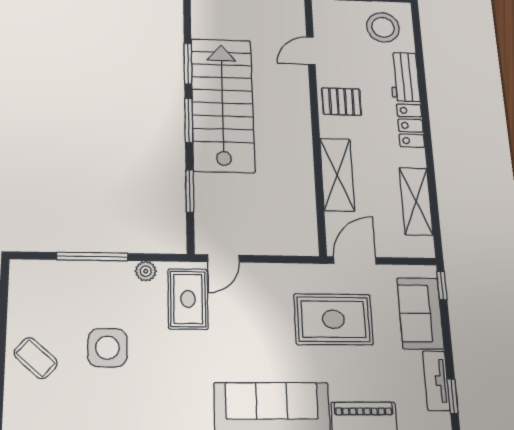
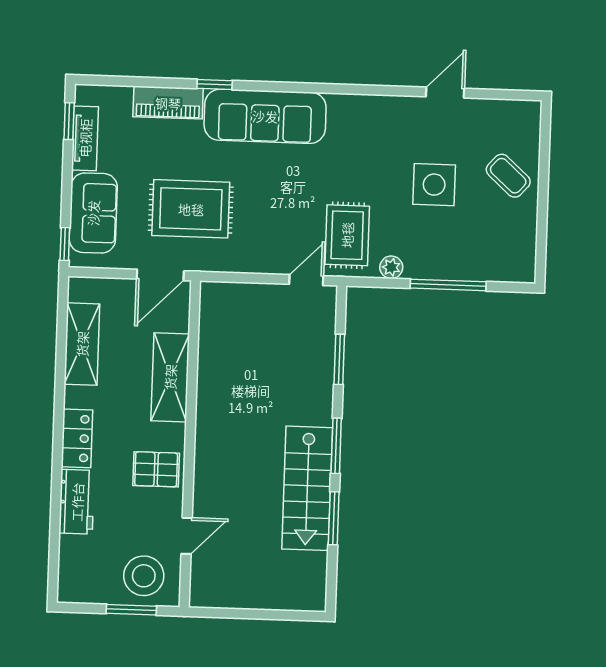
stool: (383, 27) -> (144, 576), moved
stairs: (223, 105) -> (307, 488), width x0.73, depth x0.66

